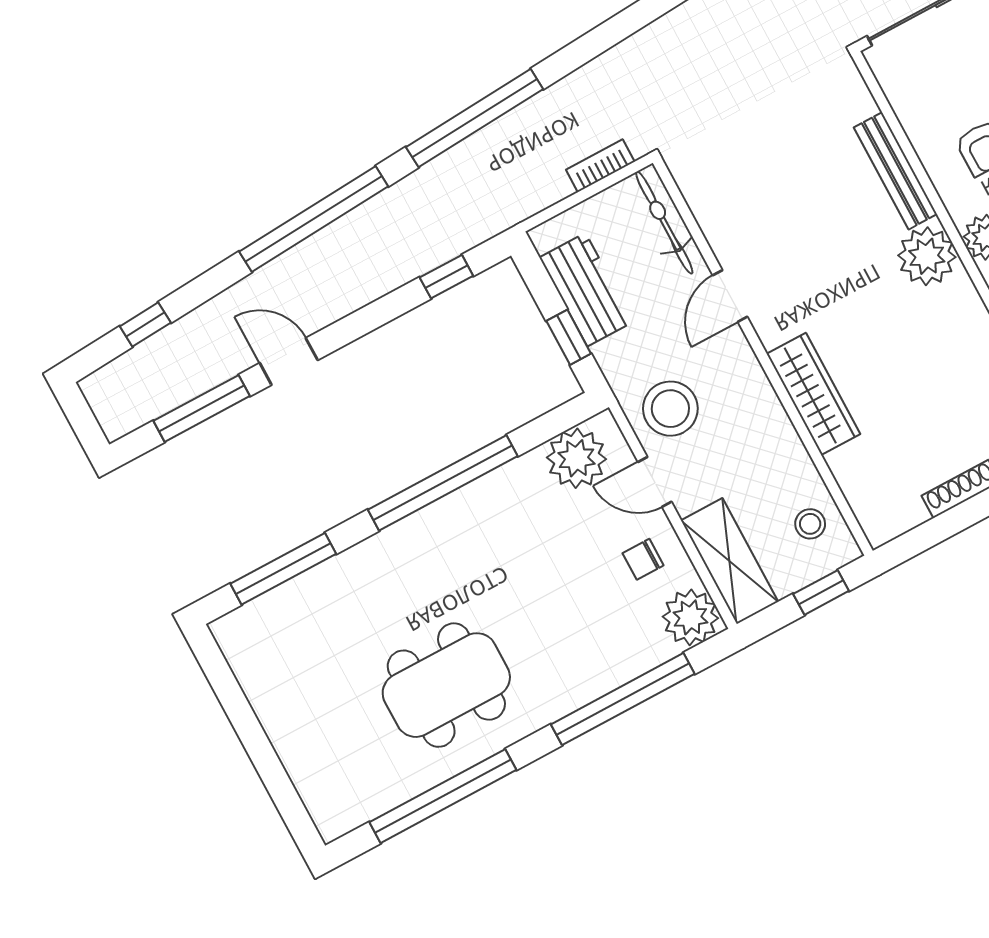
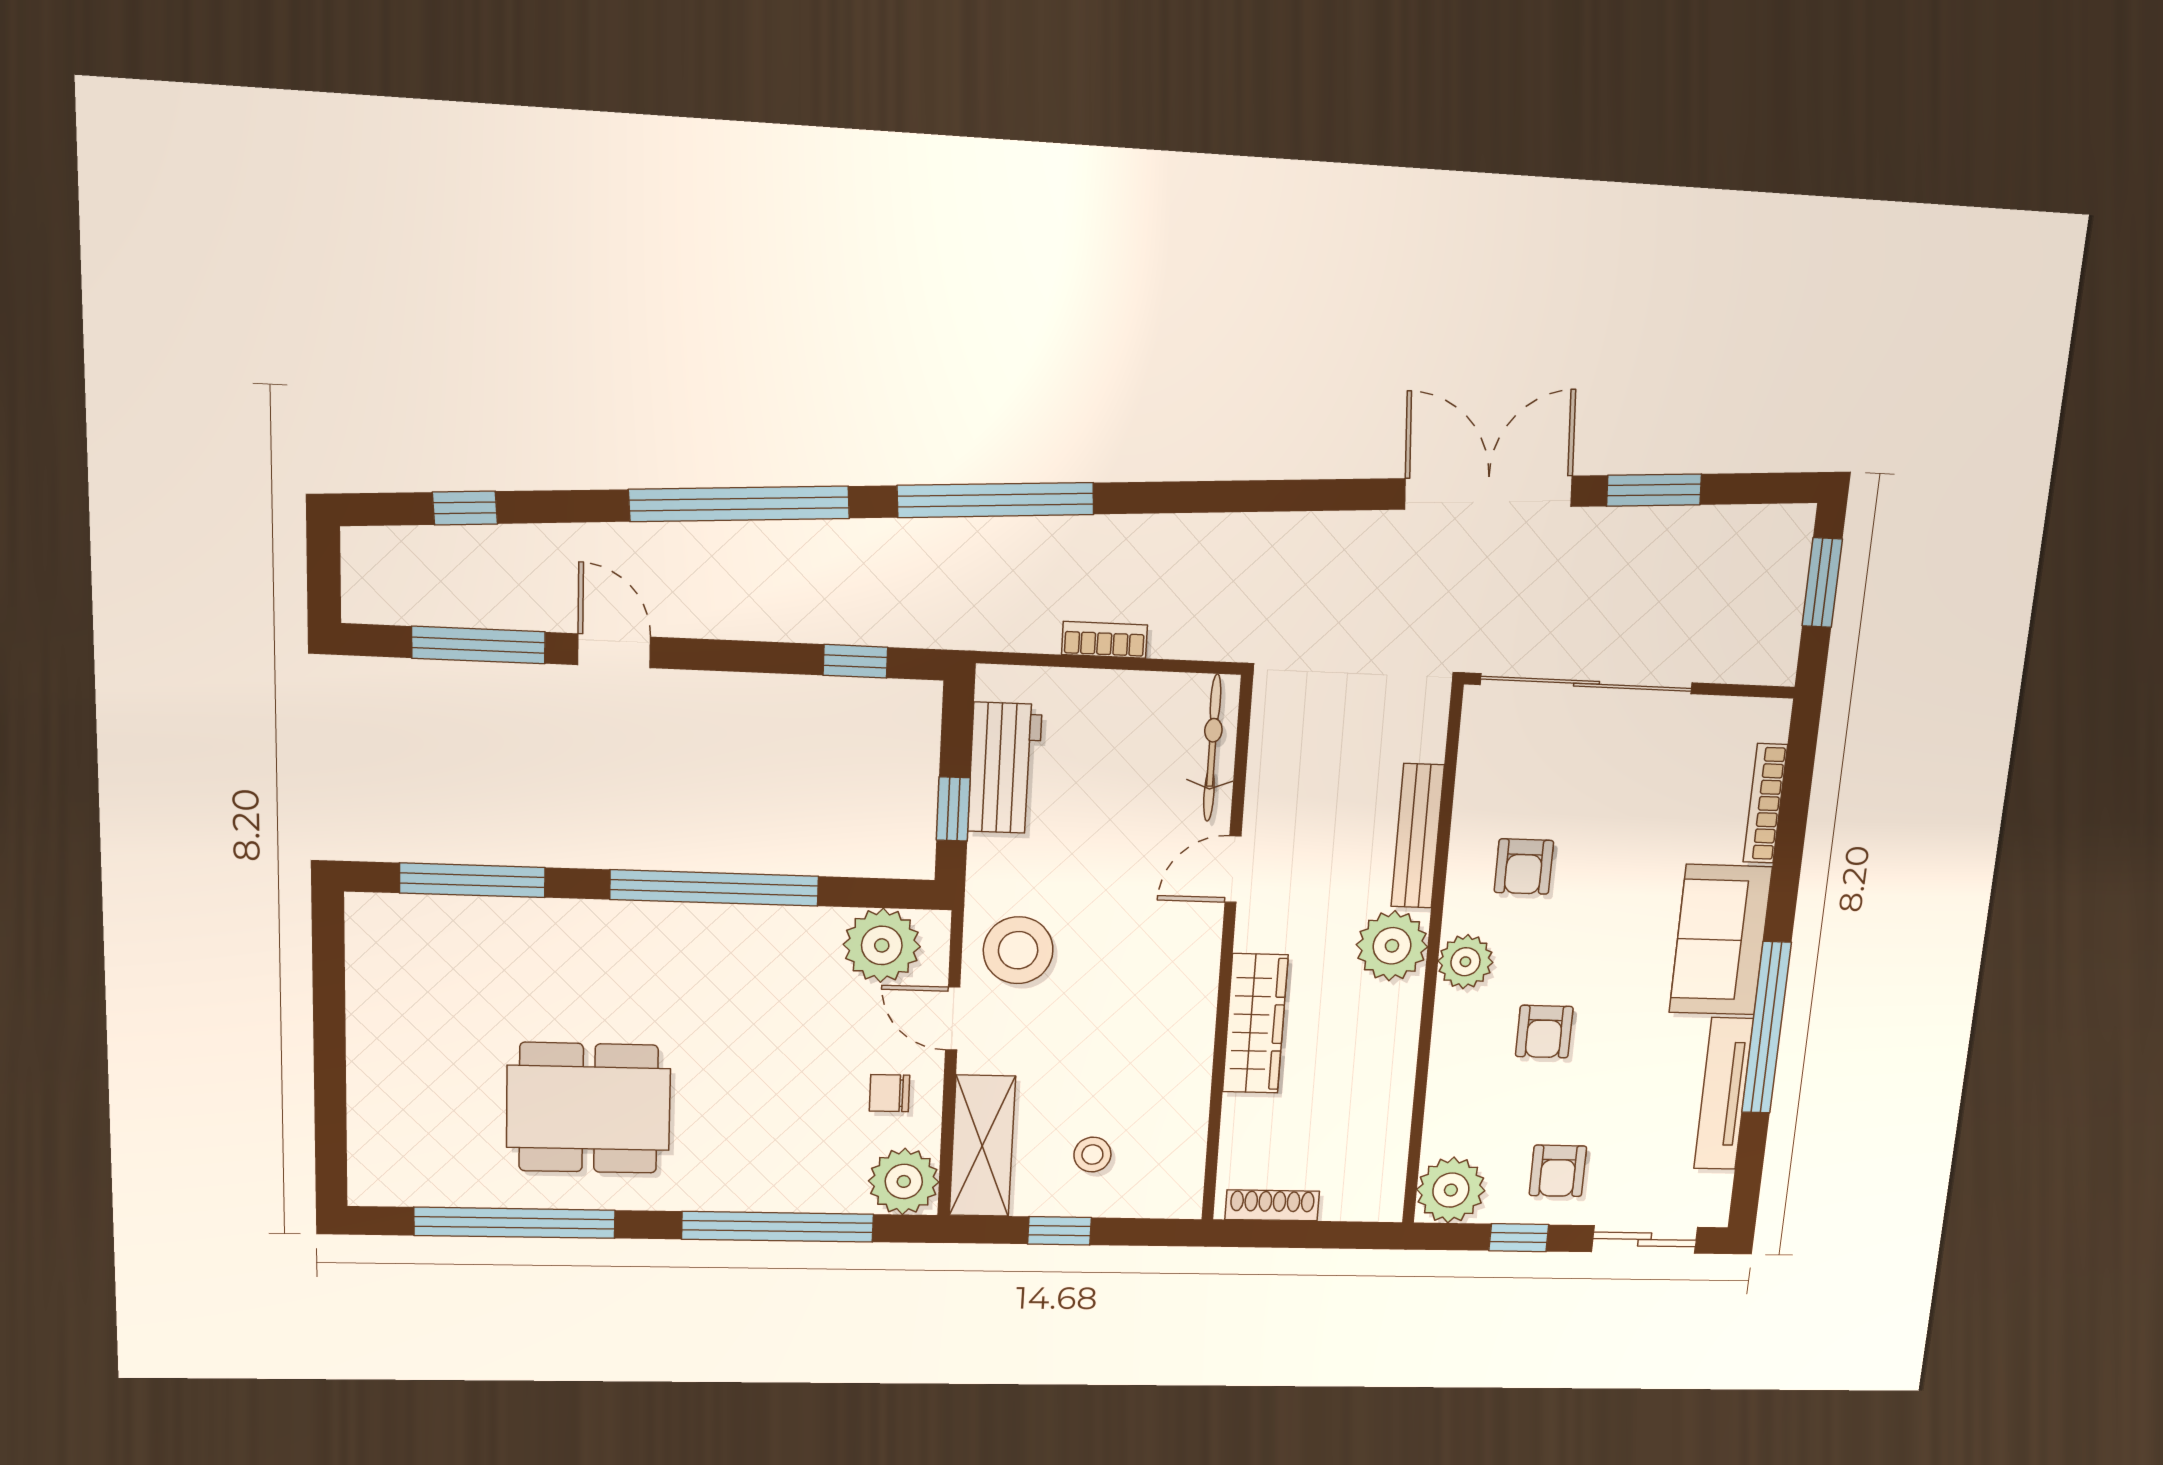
bicycle: (664, 223) -> (1212, 748), moved
door: (730, 296) -> (1233, 869), moved
wall: (763, 357) -> (1227, 954), moved
wardrobe: (813, 394) -> (1255, 1024), moved

